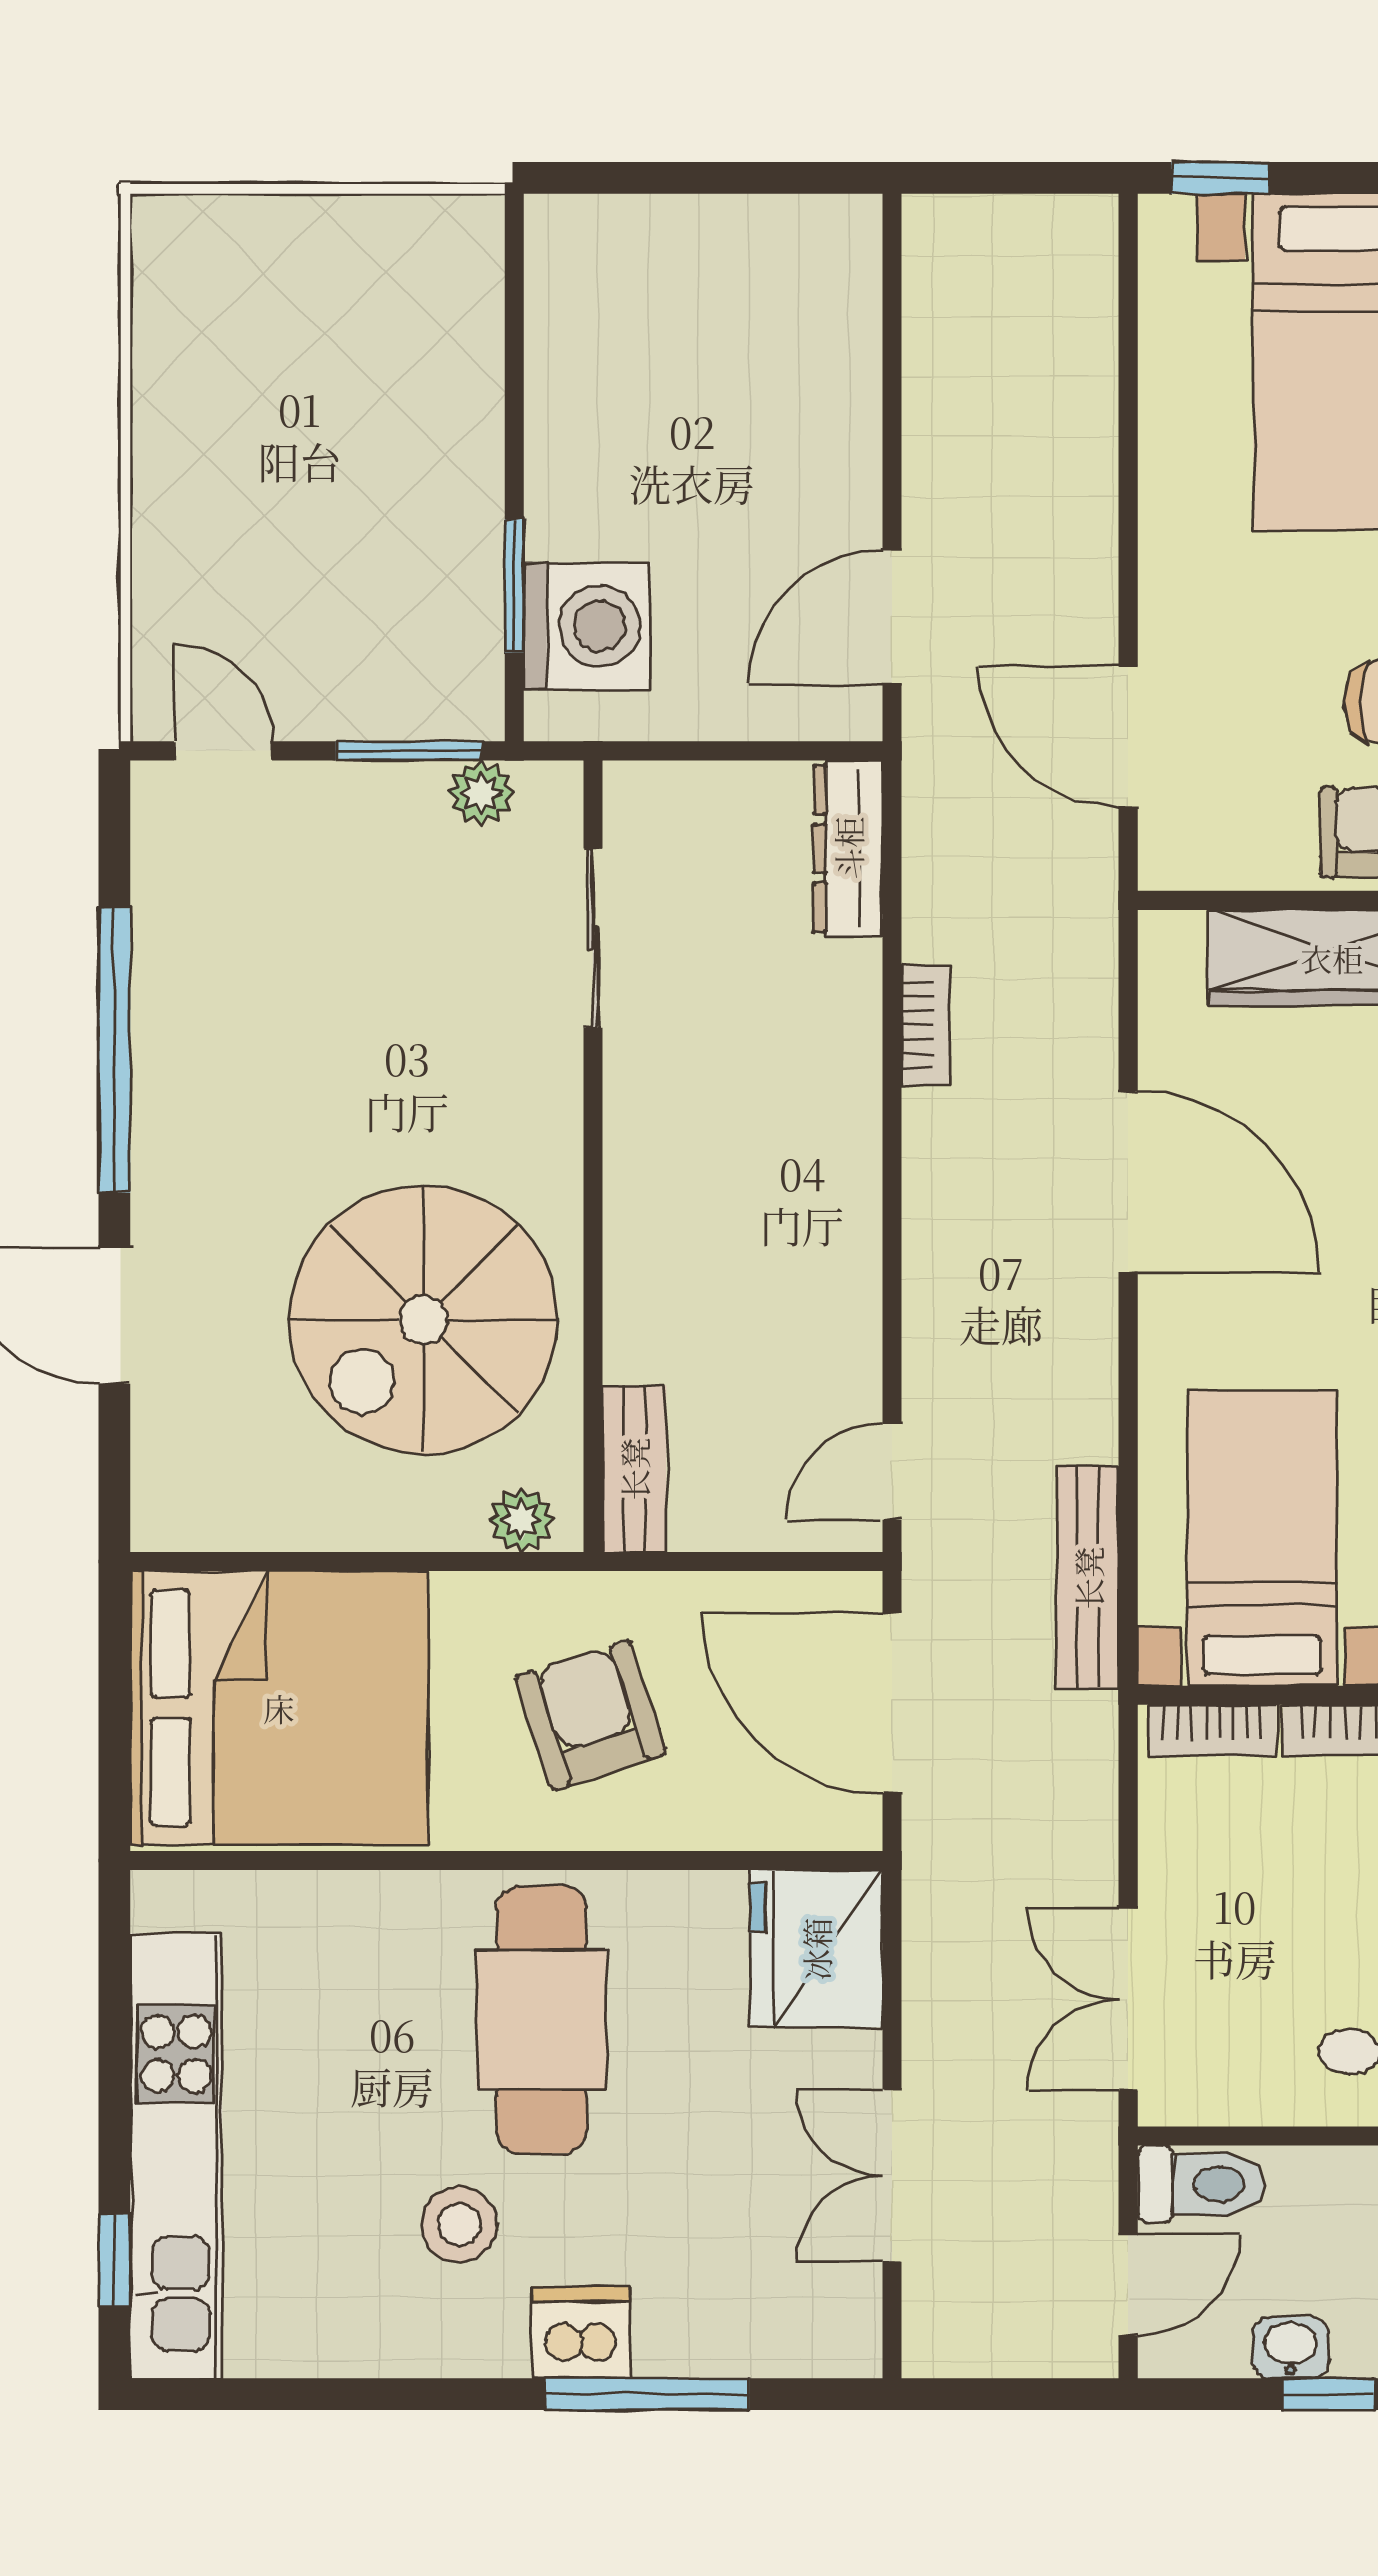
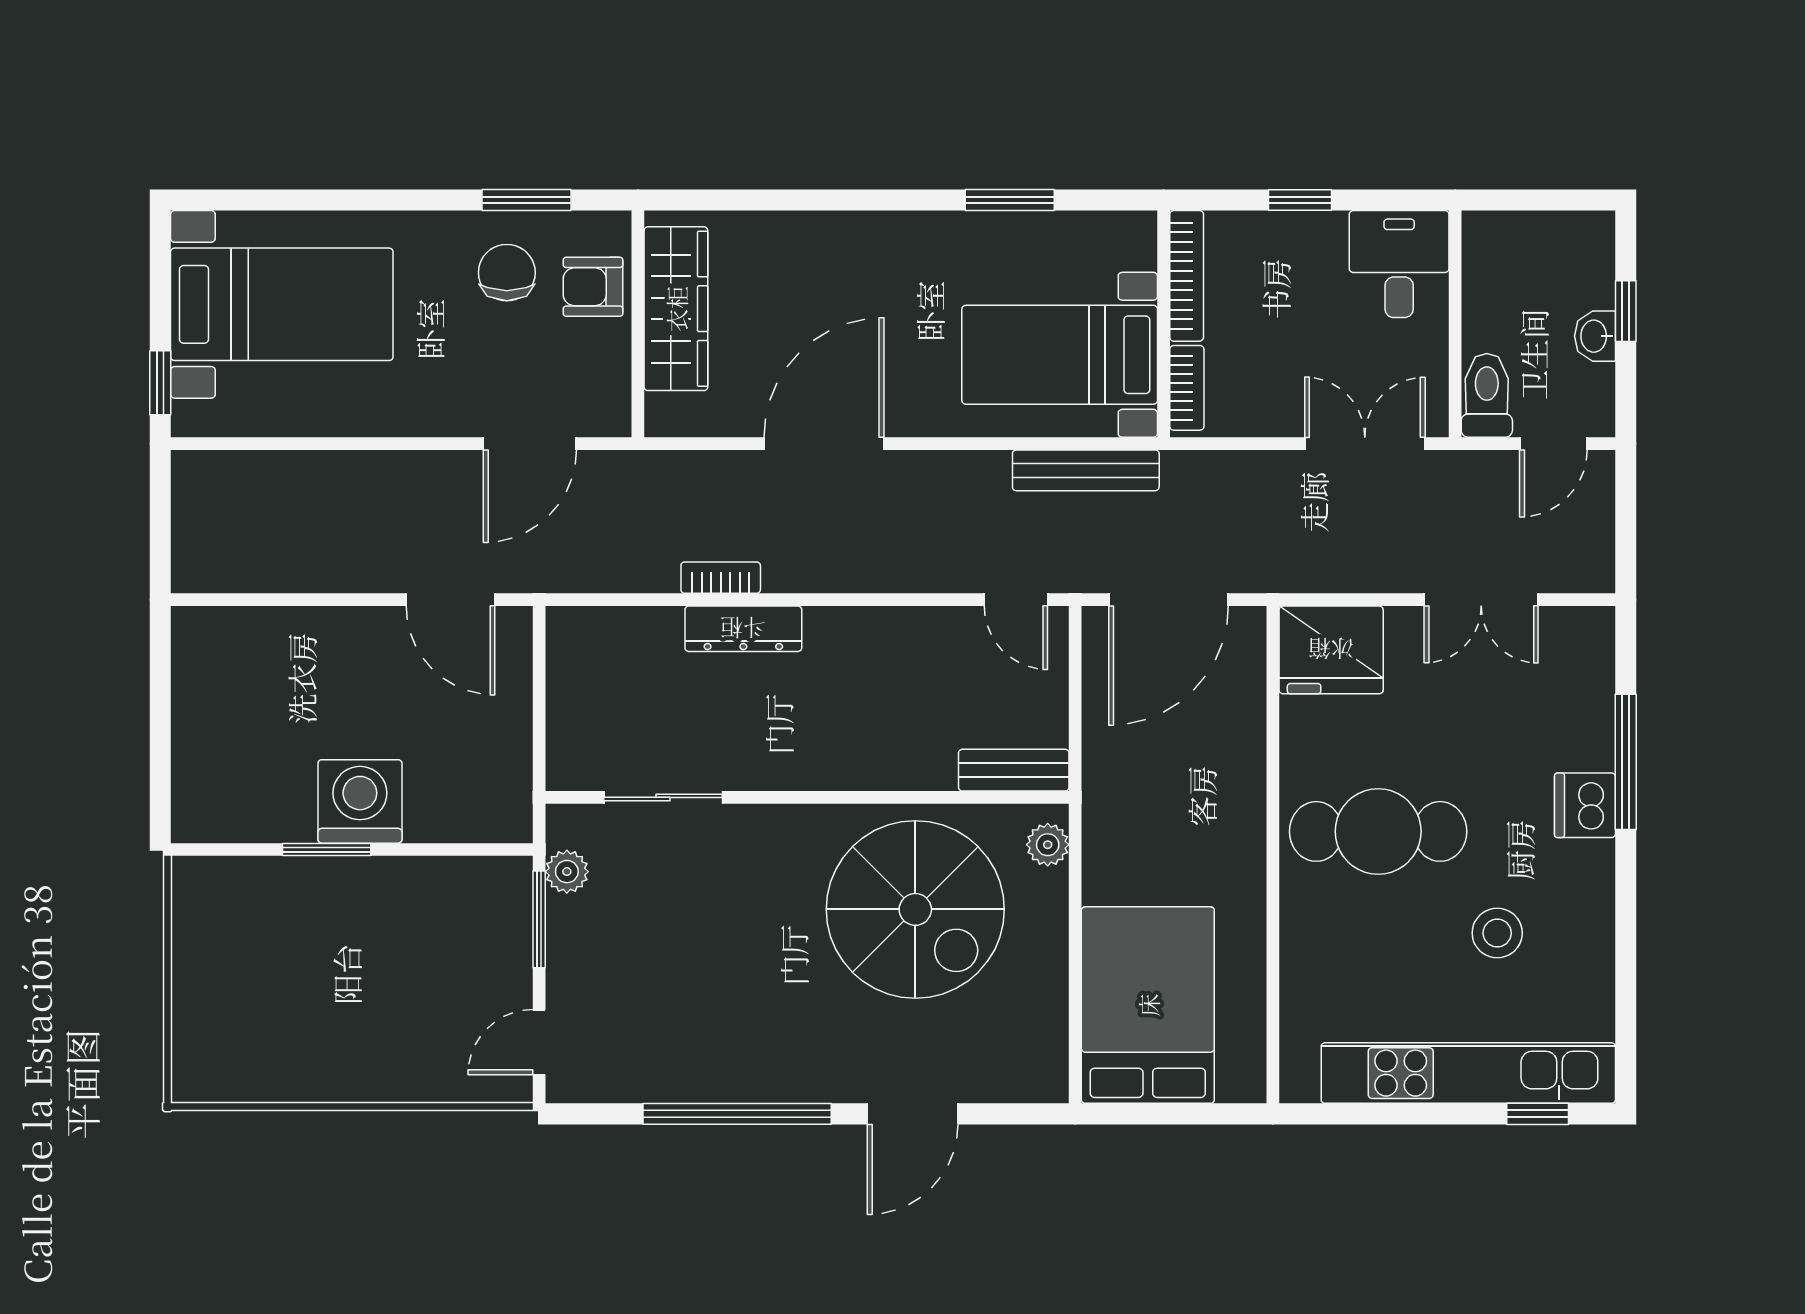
window: (514, 586) -> (327, 850), moved
washing machine: (587, 626) -> (360, 801), moved
dresser: (848, 848) -> (743, 629), moved
bed: (279, 1708) -> (1148, 1005), width x0.73
armchair: (591, 1715) -> (1177, 799), removed
double door: (1128, 2000) -> (1365, 444), swing flipped
stool: (459, 2225) -> (1497, 933), moved
door: (1128, 2285) -> (1553, 444), swing flipped

